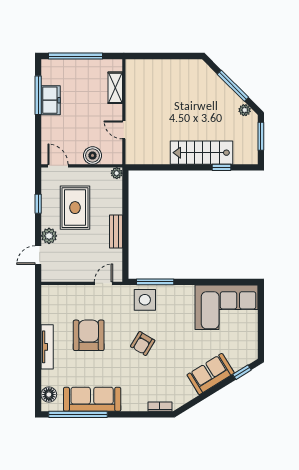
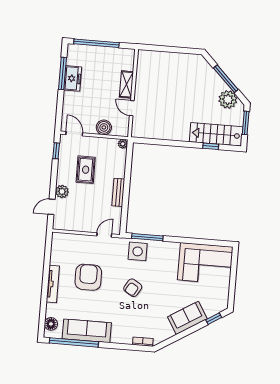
shelving: (115, 88) -> (126, 84), moved
plant: (245, 110) -> (228, 99), width x1.88, depth x1.88
stairs: (202, 153) -> (216, 134), moved
window: (38, 204) -> (56, 151), moved
rug: (75, 208) -> (86, 170), width x0.73, depth x0.70

